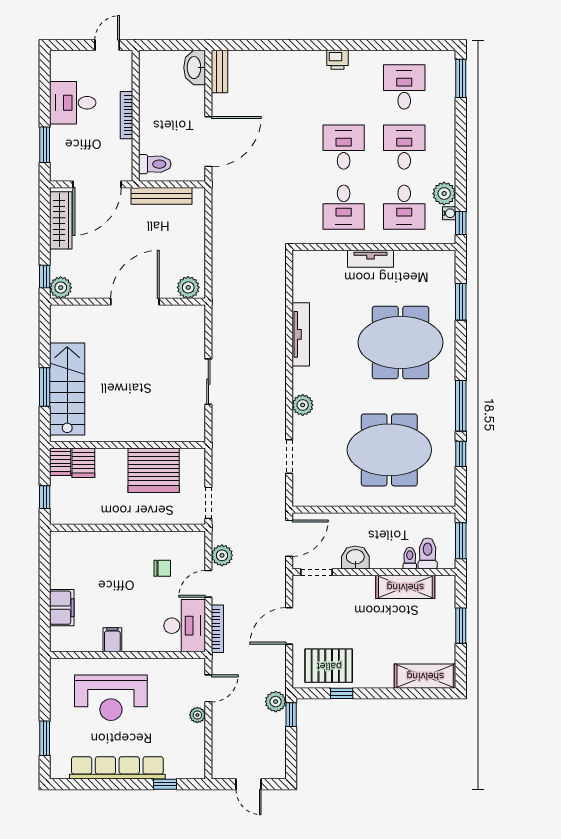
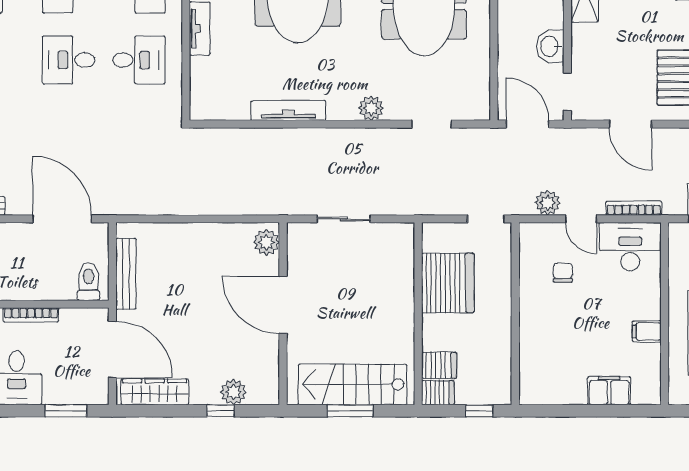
plant: (188, 287) -> (266, 242), moved
wall: (128, 302) -> (283, 314), moved
door: (135, 302) -> (283, 305), moved

